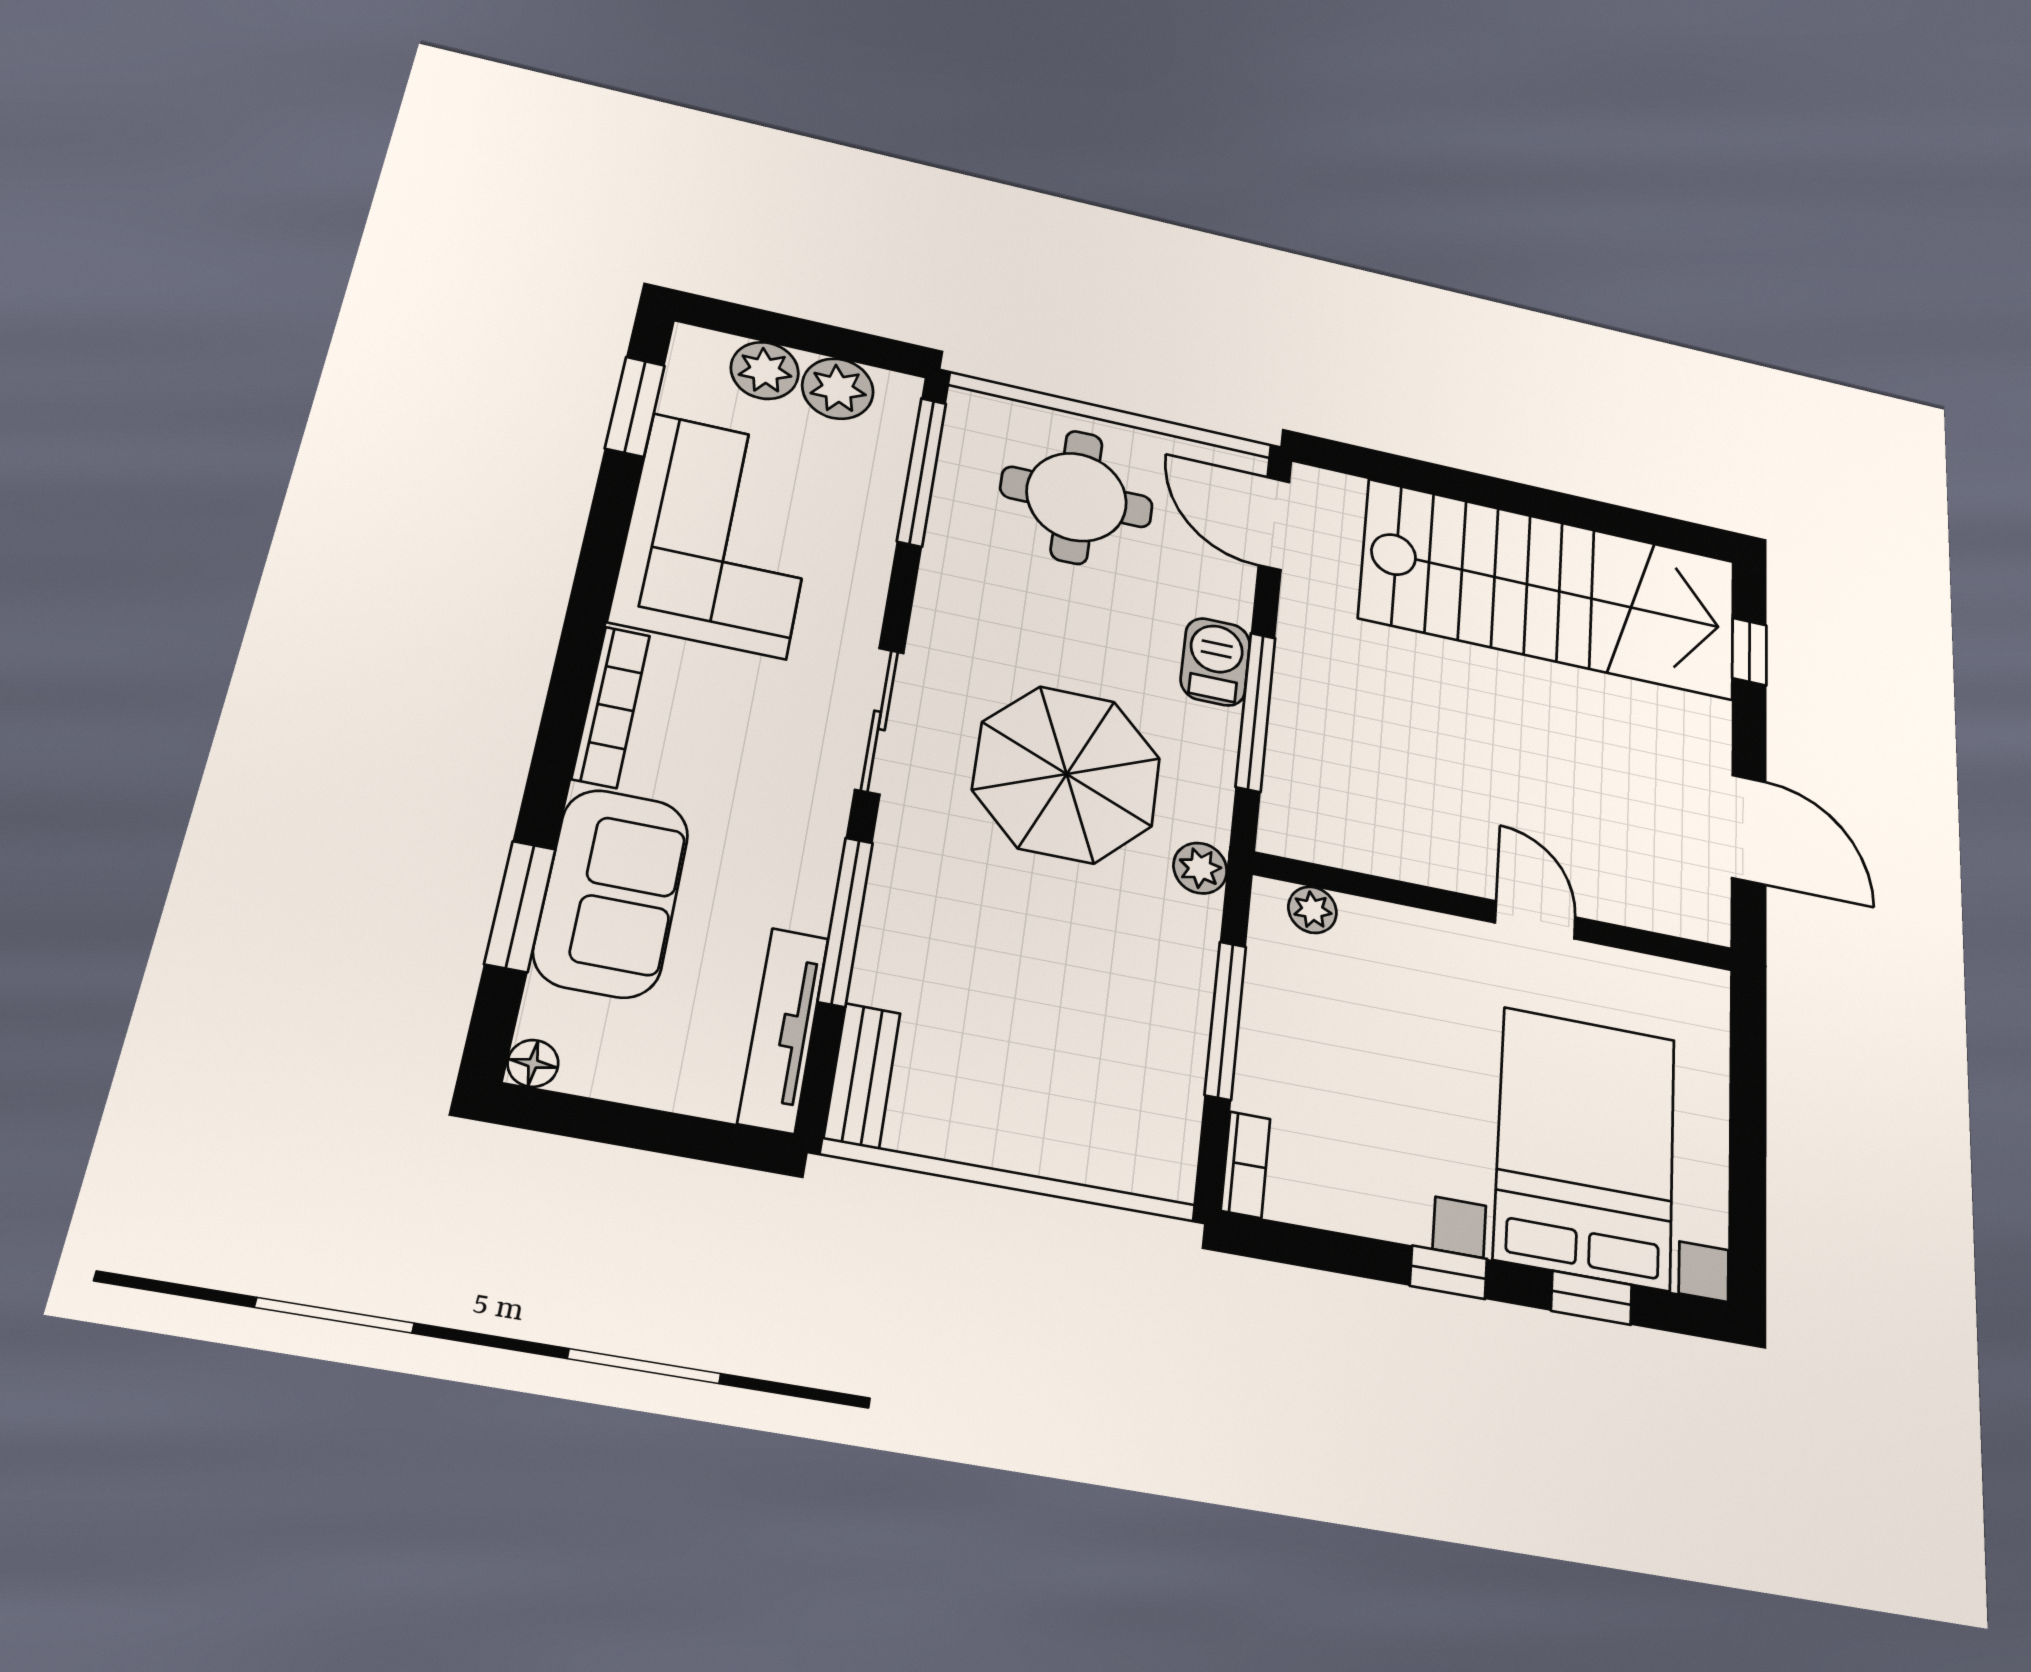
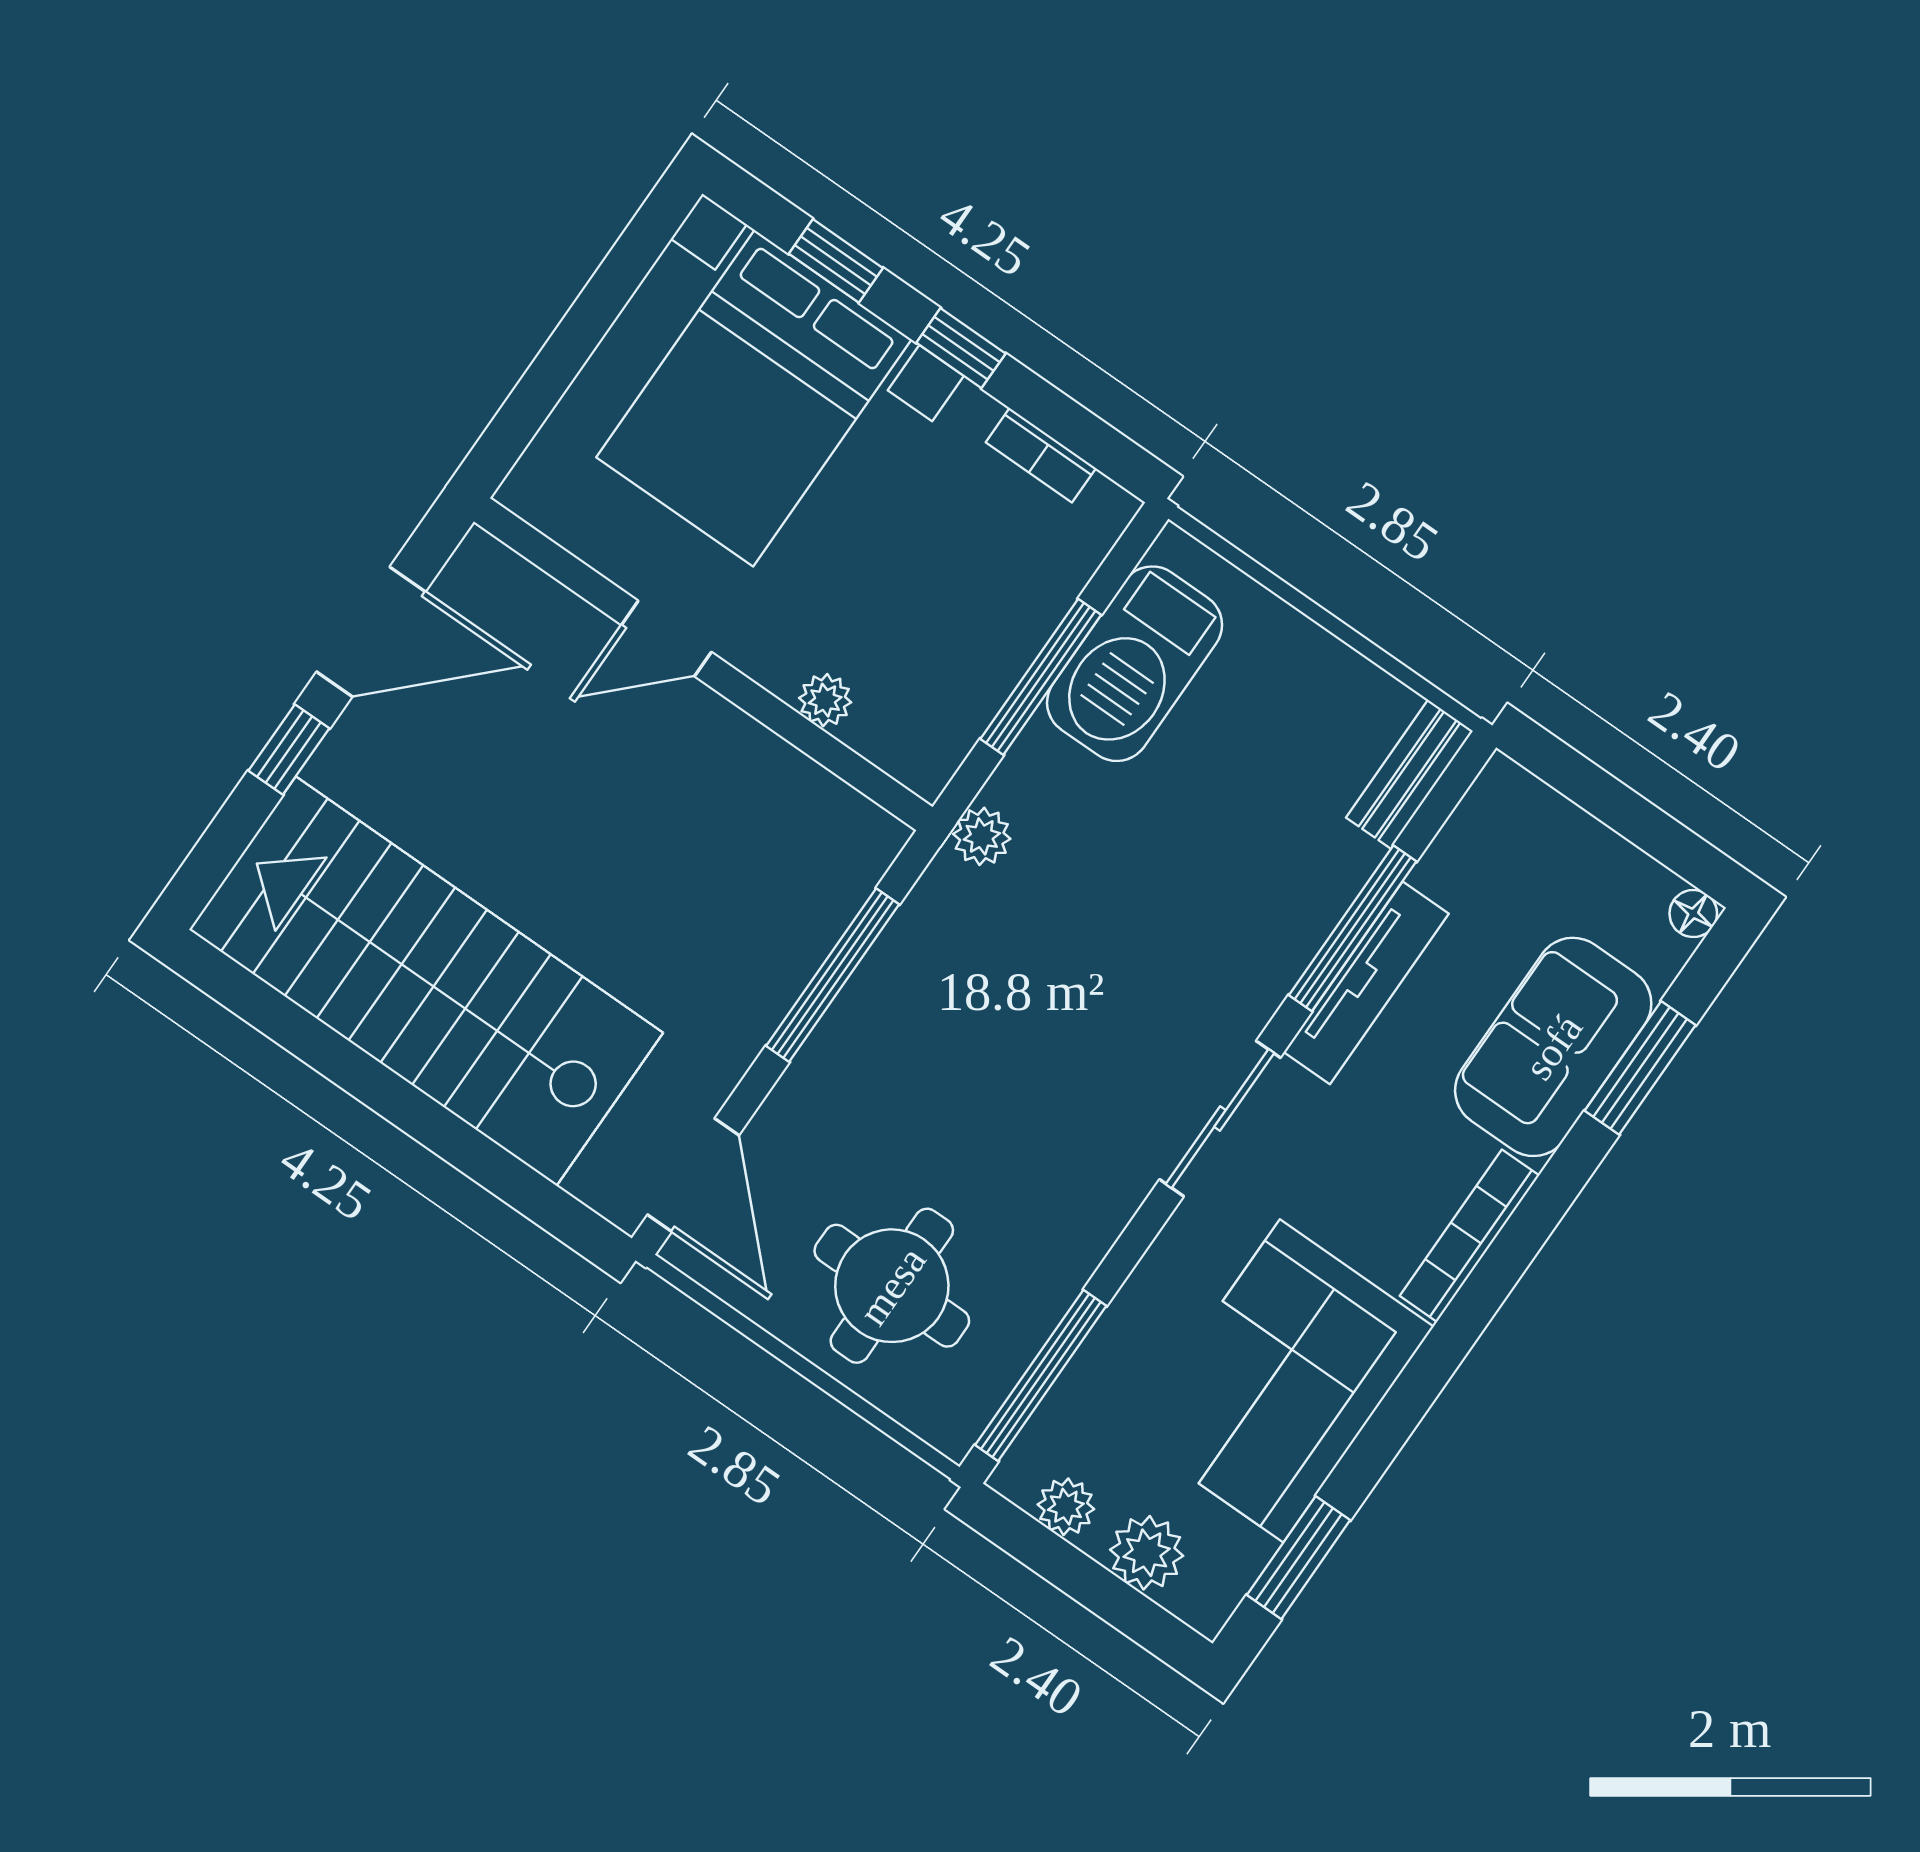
plant: (838, 389) -> (1066, 1507), width x0.73, depth x0.73
window: (1749, 652) -> (289, 749), moved
barbecue: (1215, 662) -> (1135, 664), moved, width x1.88, depth x1.53
parasol: (1067, 774) -> (1063, 988), removed
door: (1749, 830) -> (371, 632), swing flipped
plant: (1312, 910) -> (825, 700), moved
door: (1535, 920) -> (666, 639), hinge flipped
tv unit: (783, 1030) -> (1366, 983), moved
bookcase: (1246, 1165) -> (1041, 455), moved, turned -90

